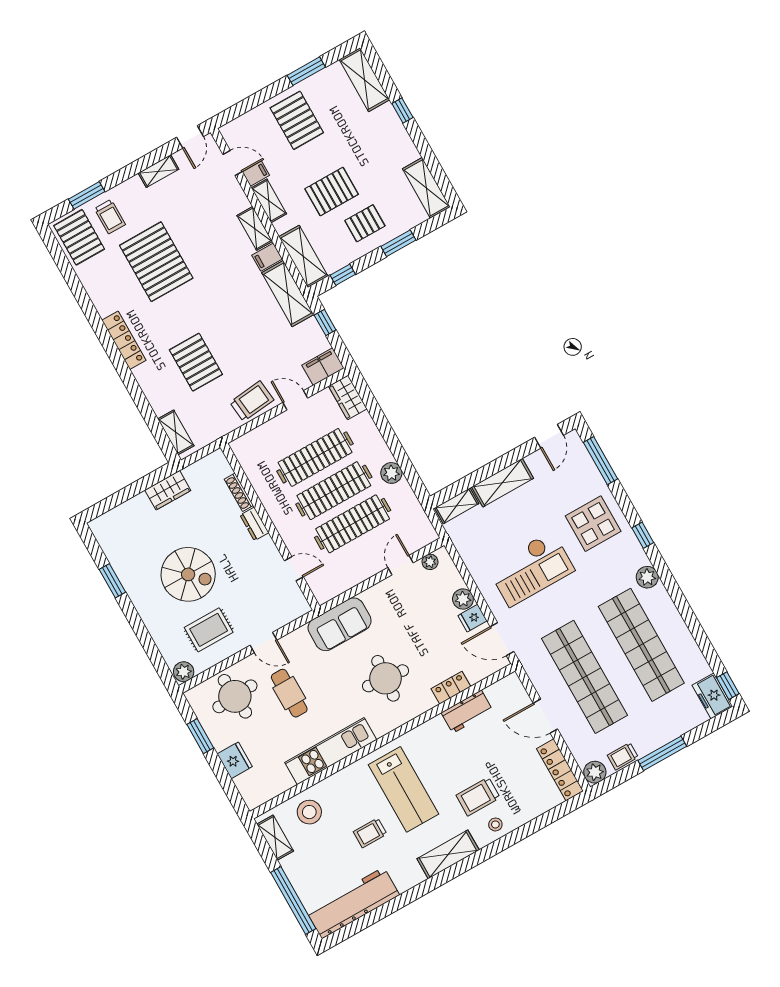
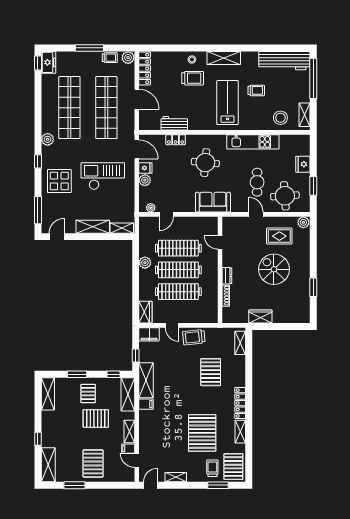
pallet: (365, 223) -> (88, 394), turned 90
shelving: (255, 228) -> (240, 432), moved

